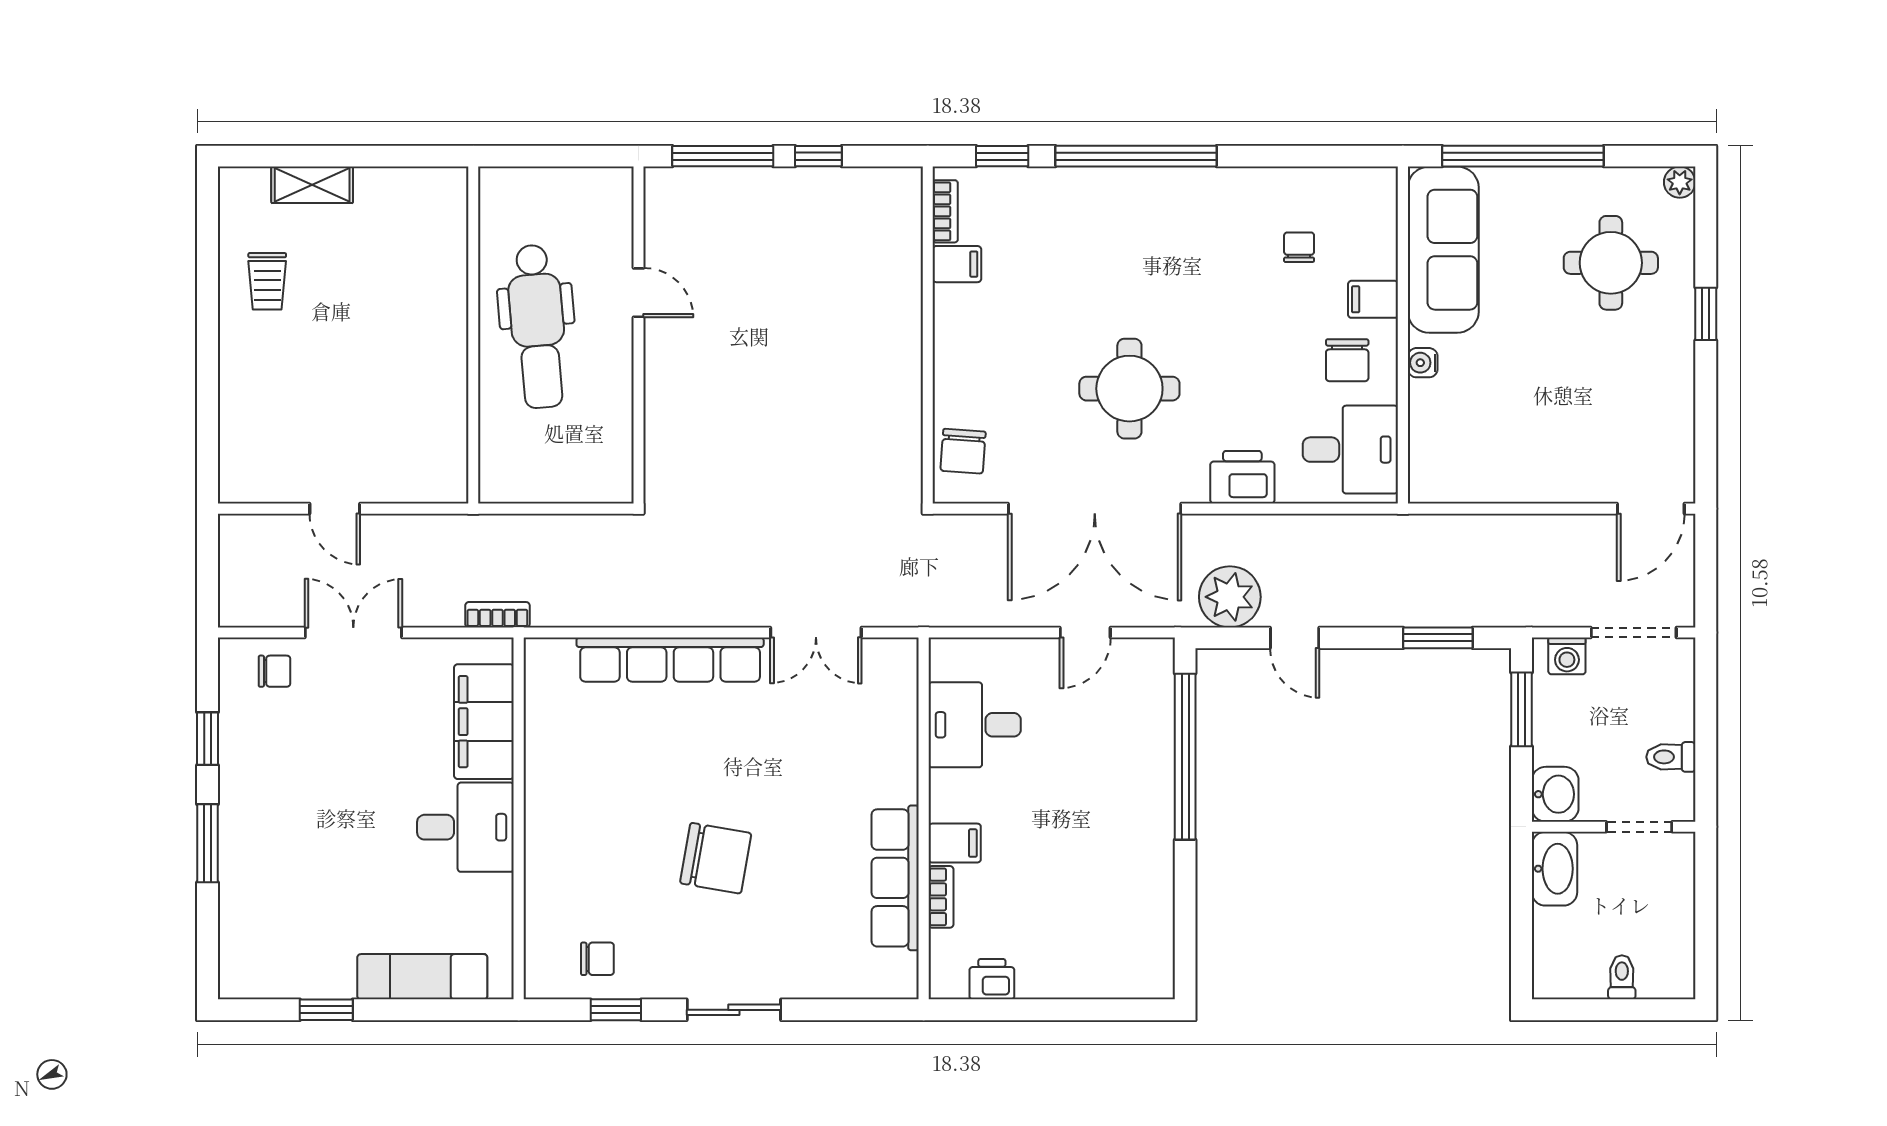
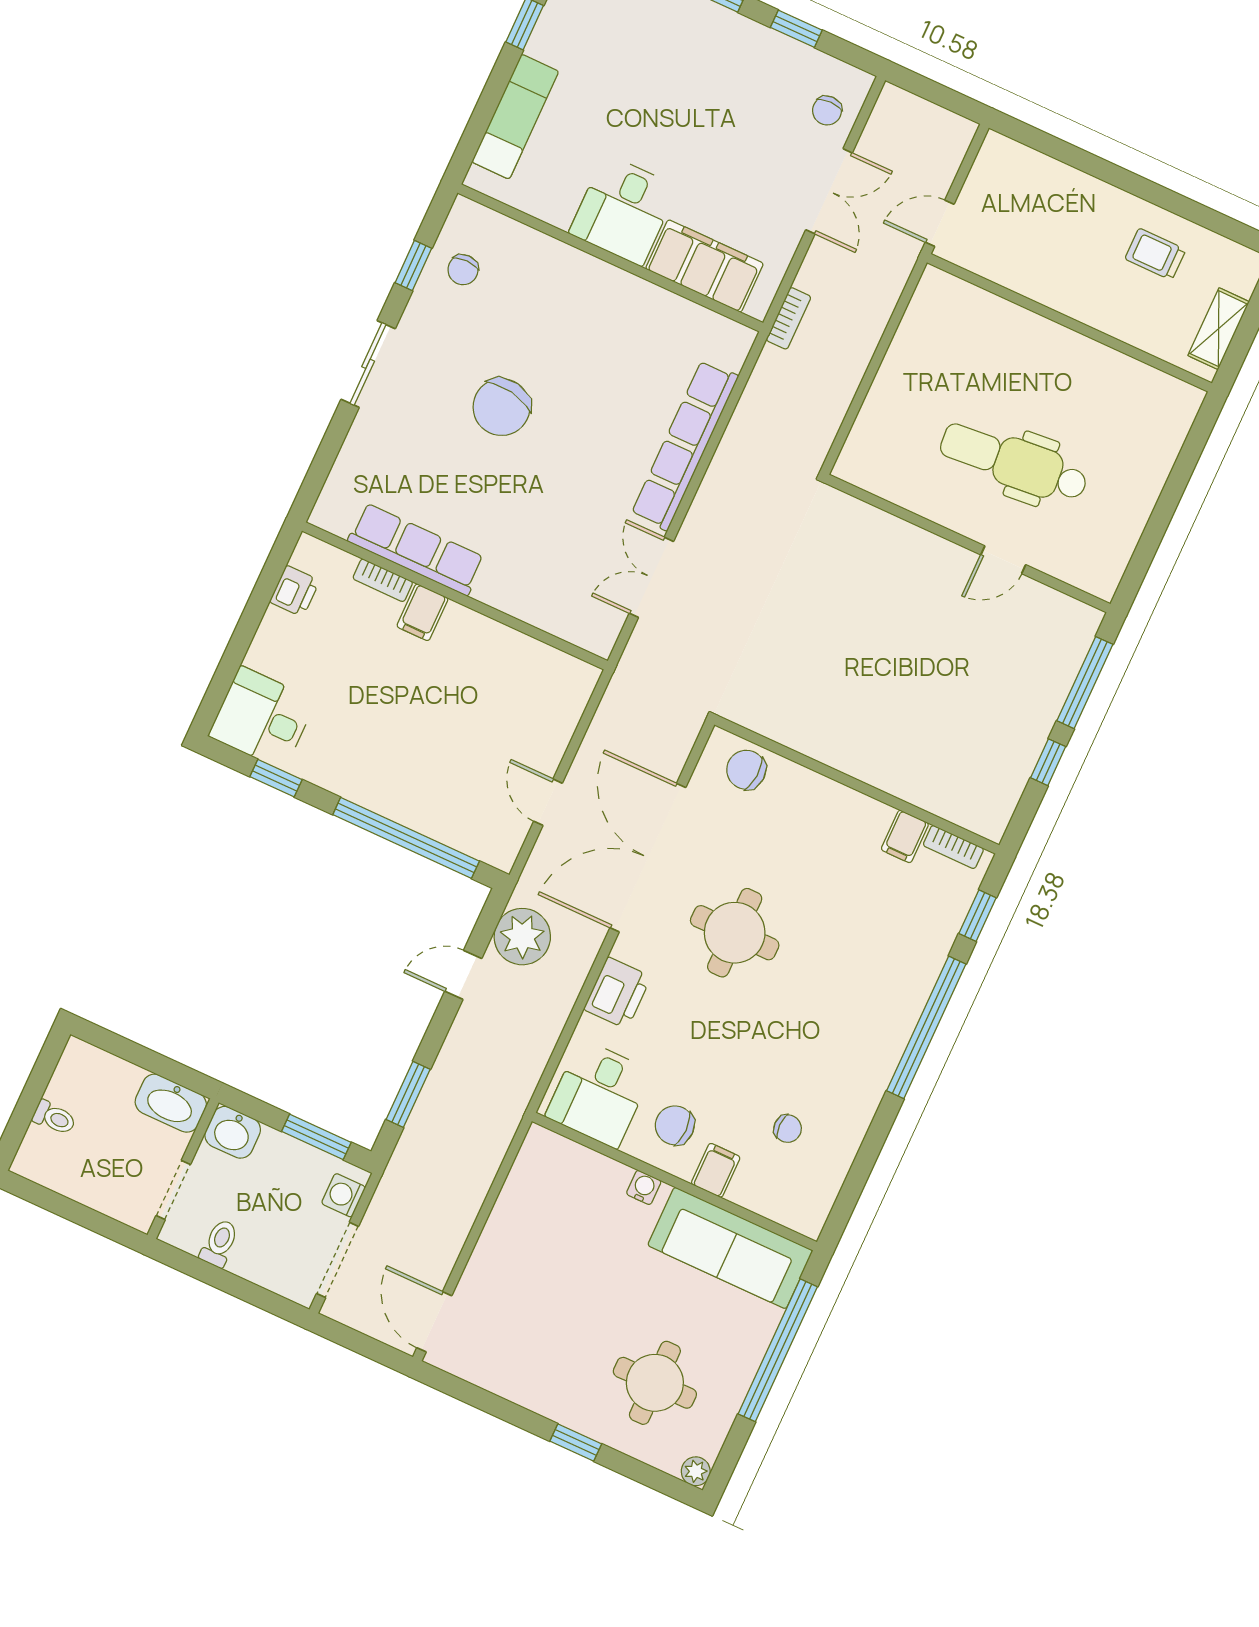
wall: (473, 335) -> (1069, 323), moved
desk: (975, 725) -> (262, 718), moved, turned -90
window: (1185, 912) -> (276, 778), added

